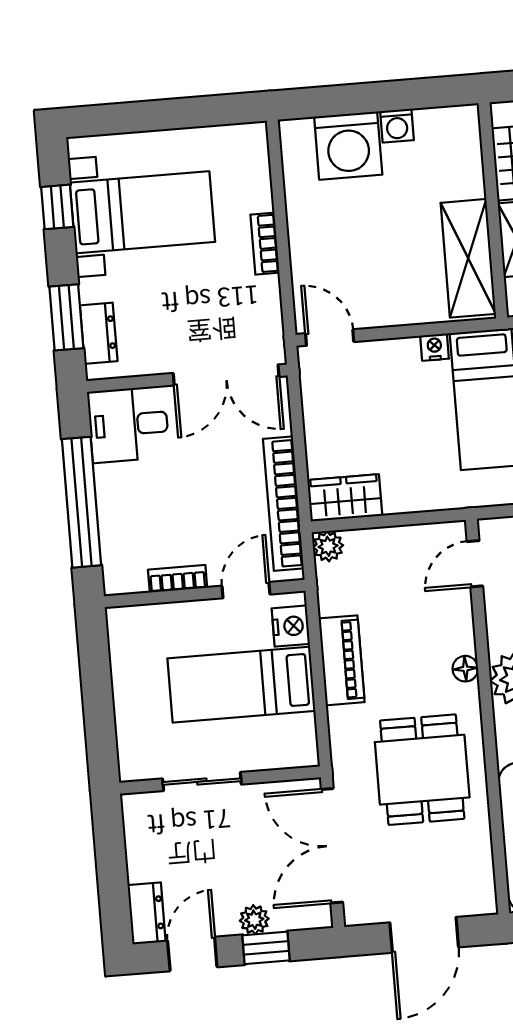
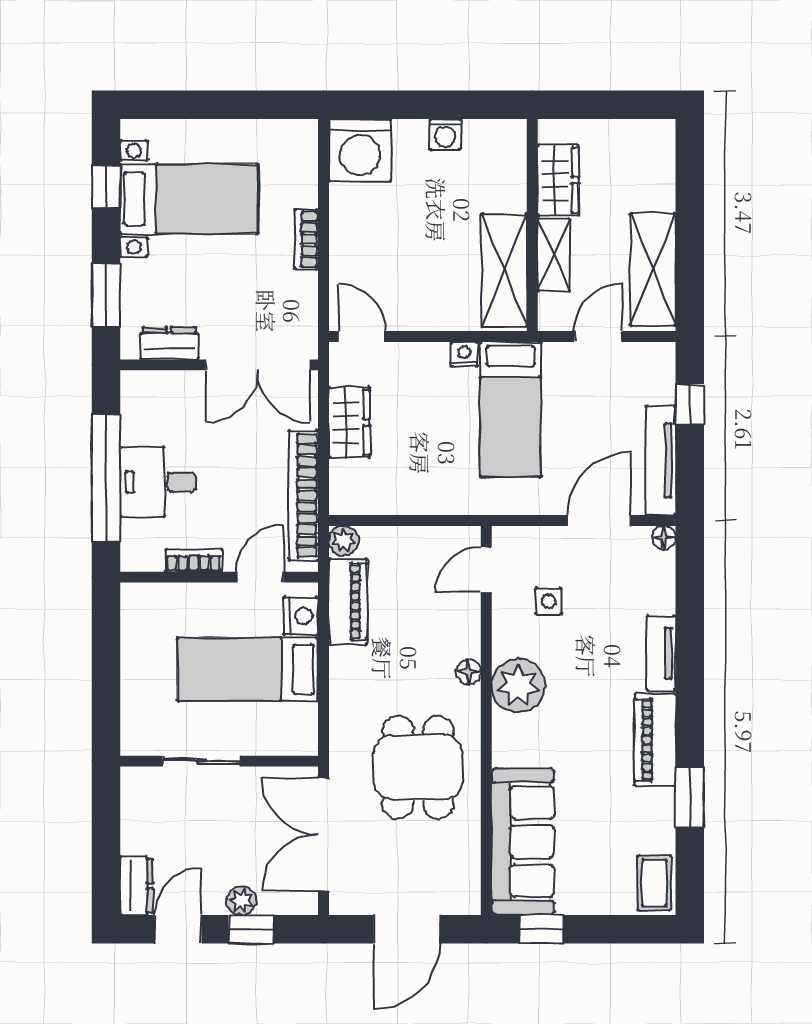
washing machine: (348, 146) -> (360, 150), moved
dresser: (99, 333) -> (169, 343), moved, turned -90
desk: (128, 424) -> (158, 482), moved
wardrobe: (345, 498) -> (349, 422), moved, turned 90
piano: (342, 660) -> (348, 601), moved

